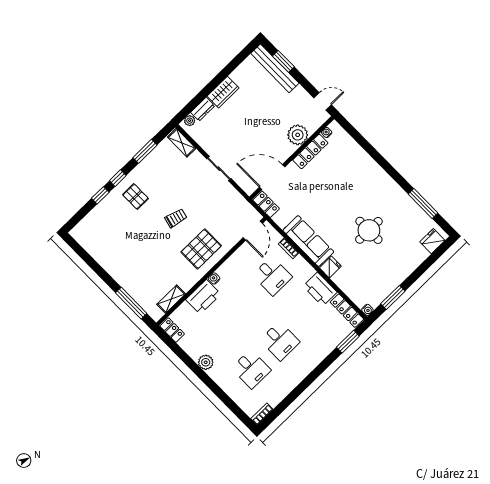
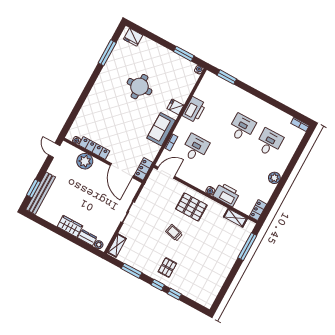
sofa: (308, 241) -> (161, 129), width x0.73
locker: (347, 311) -> (204, 85), removed

